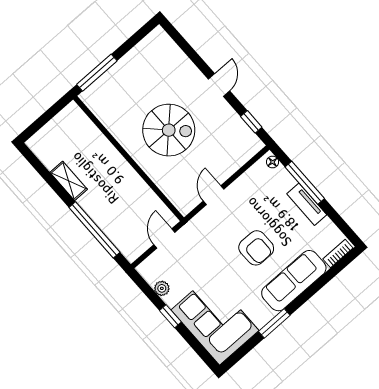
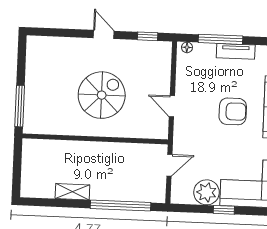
door: (164, 238) -> (169, 165), swing flipped
plant: (162, 288) -> (206, 192), width x1.87, depth x1.87

